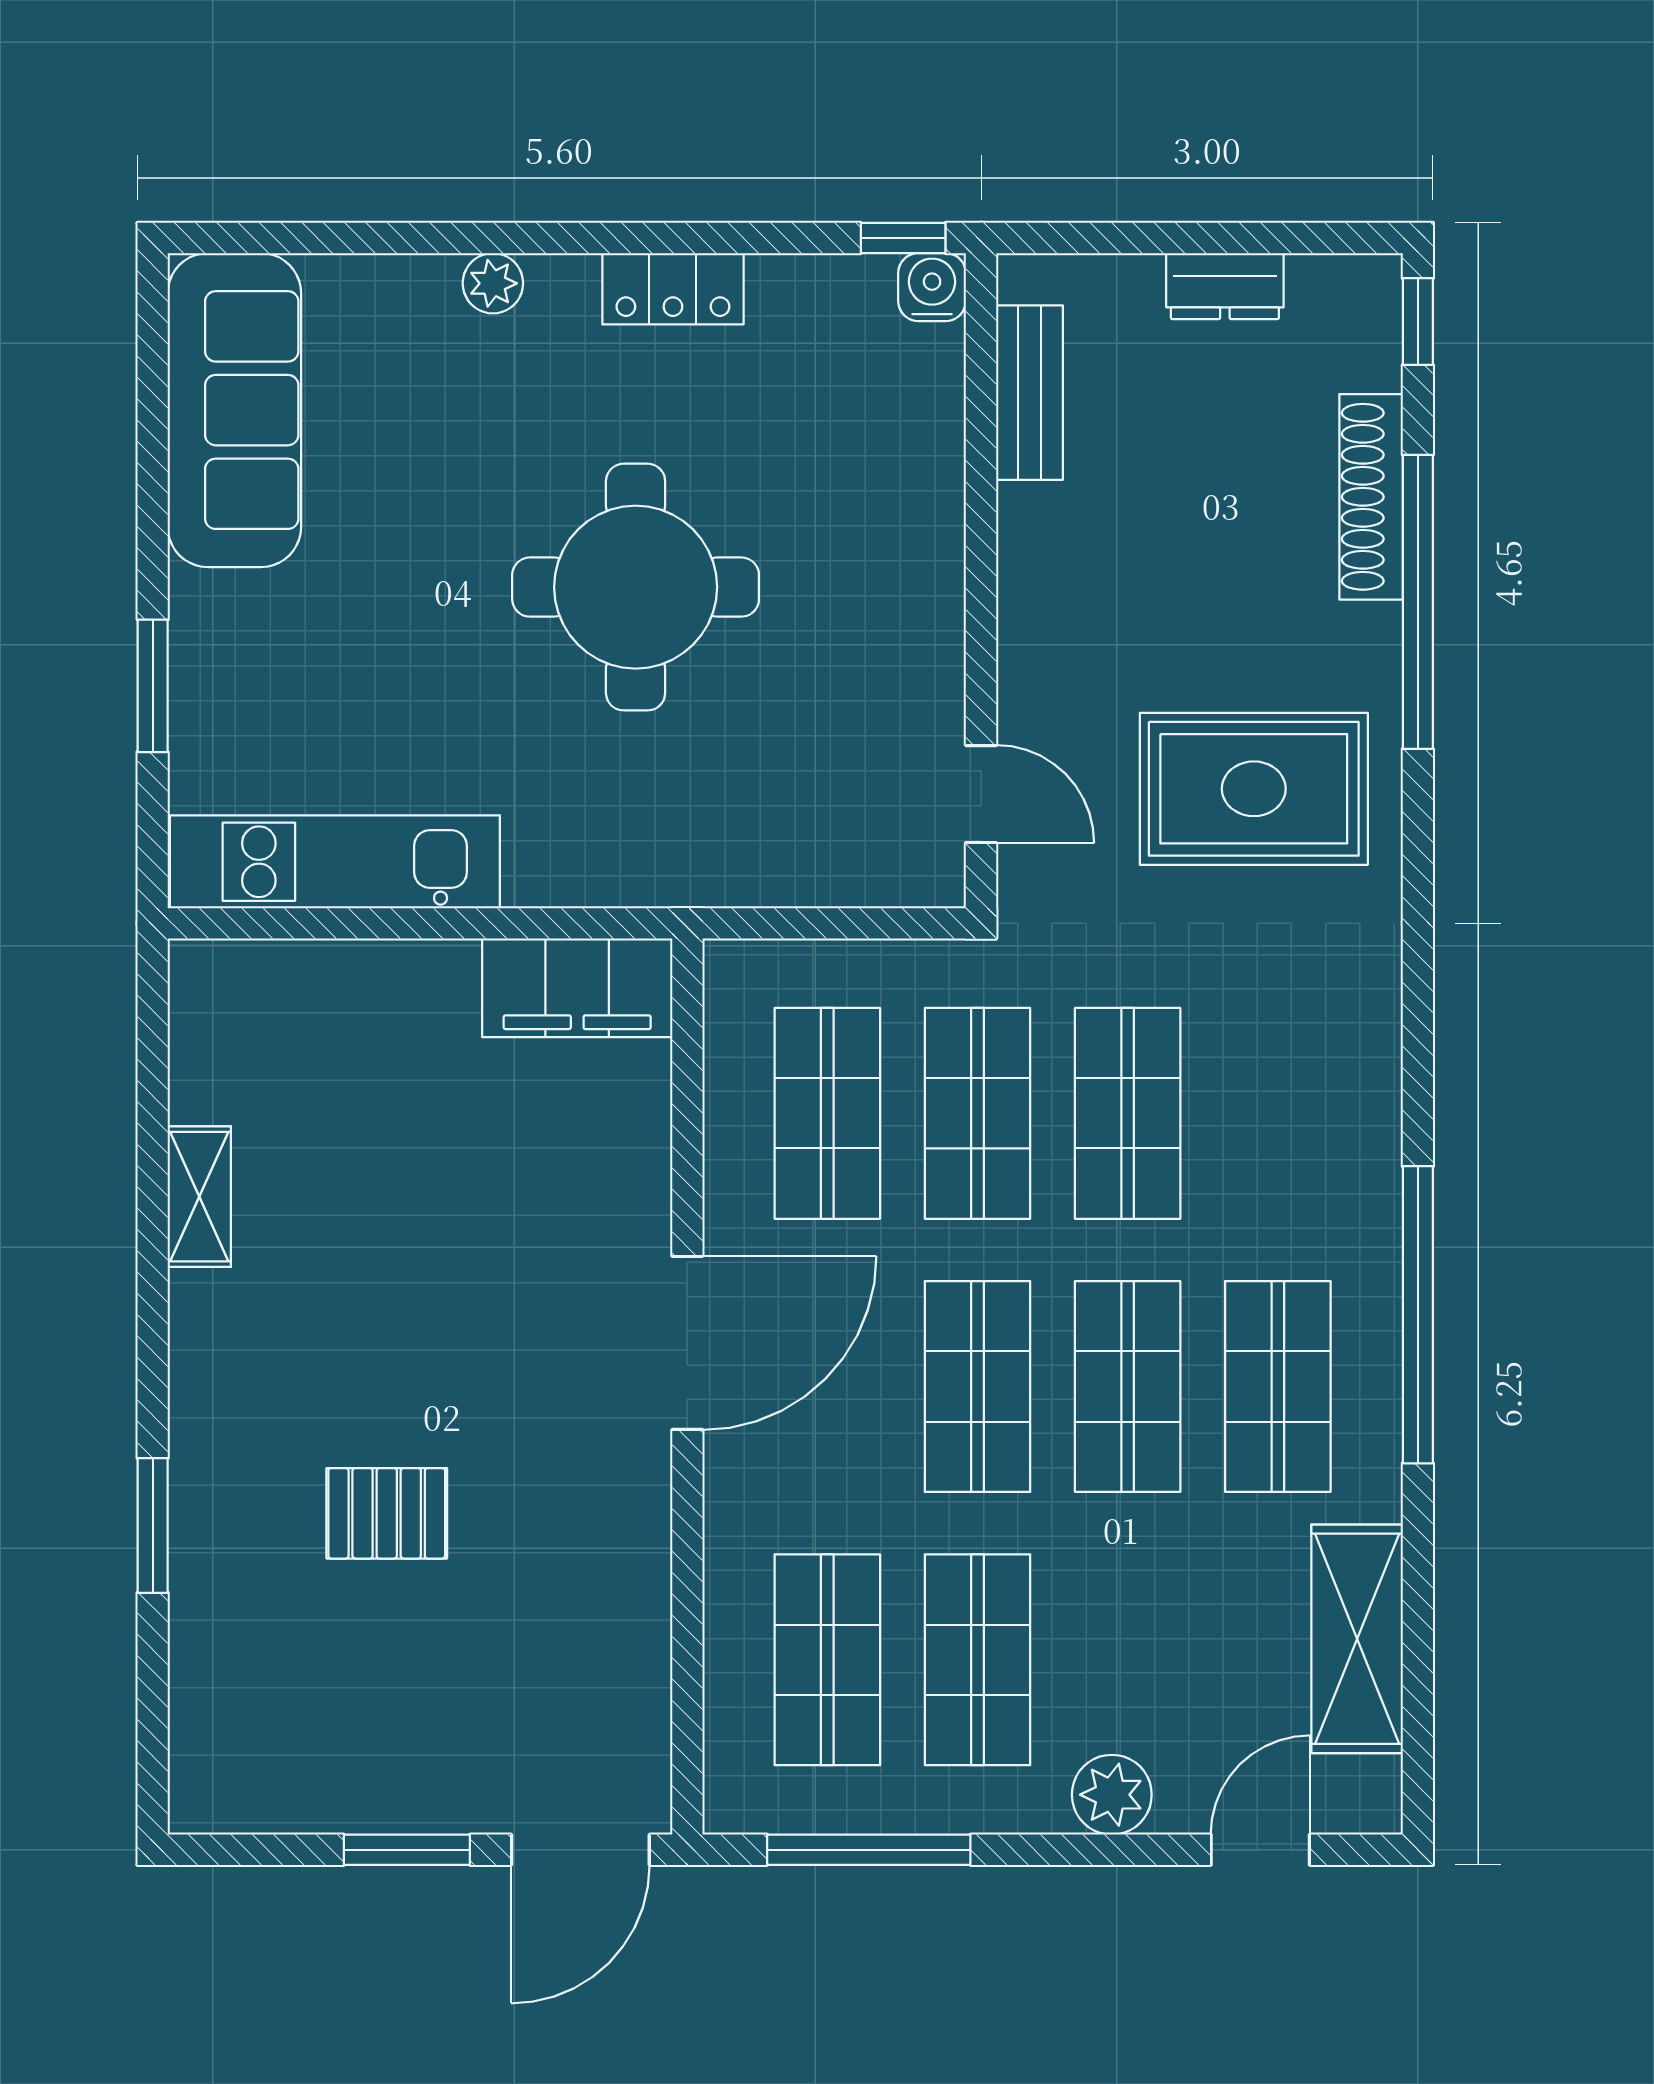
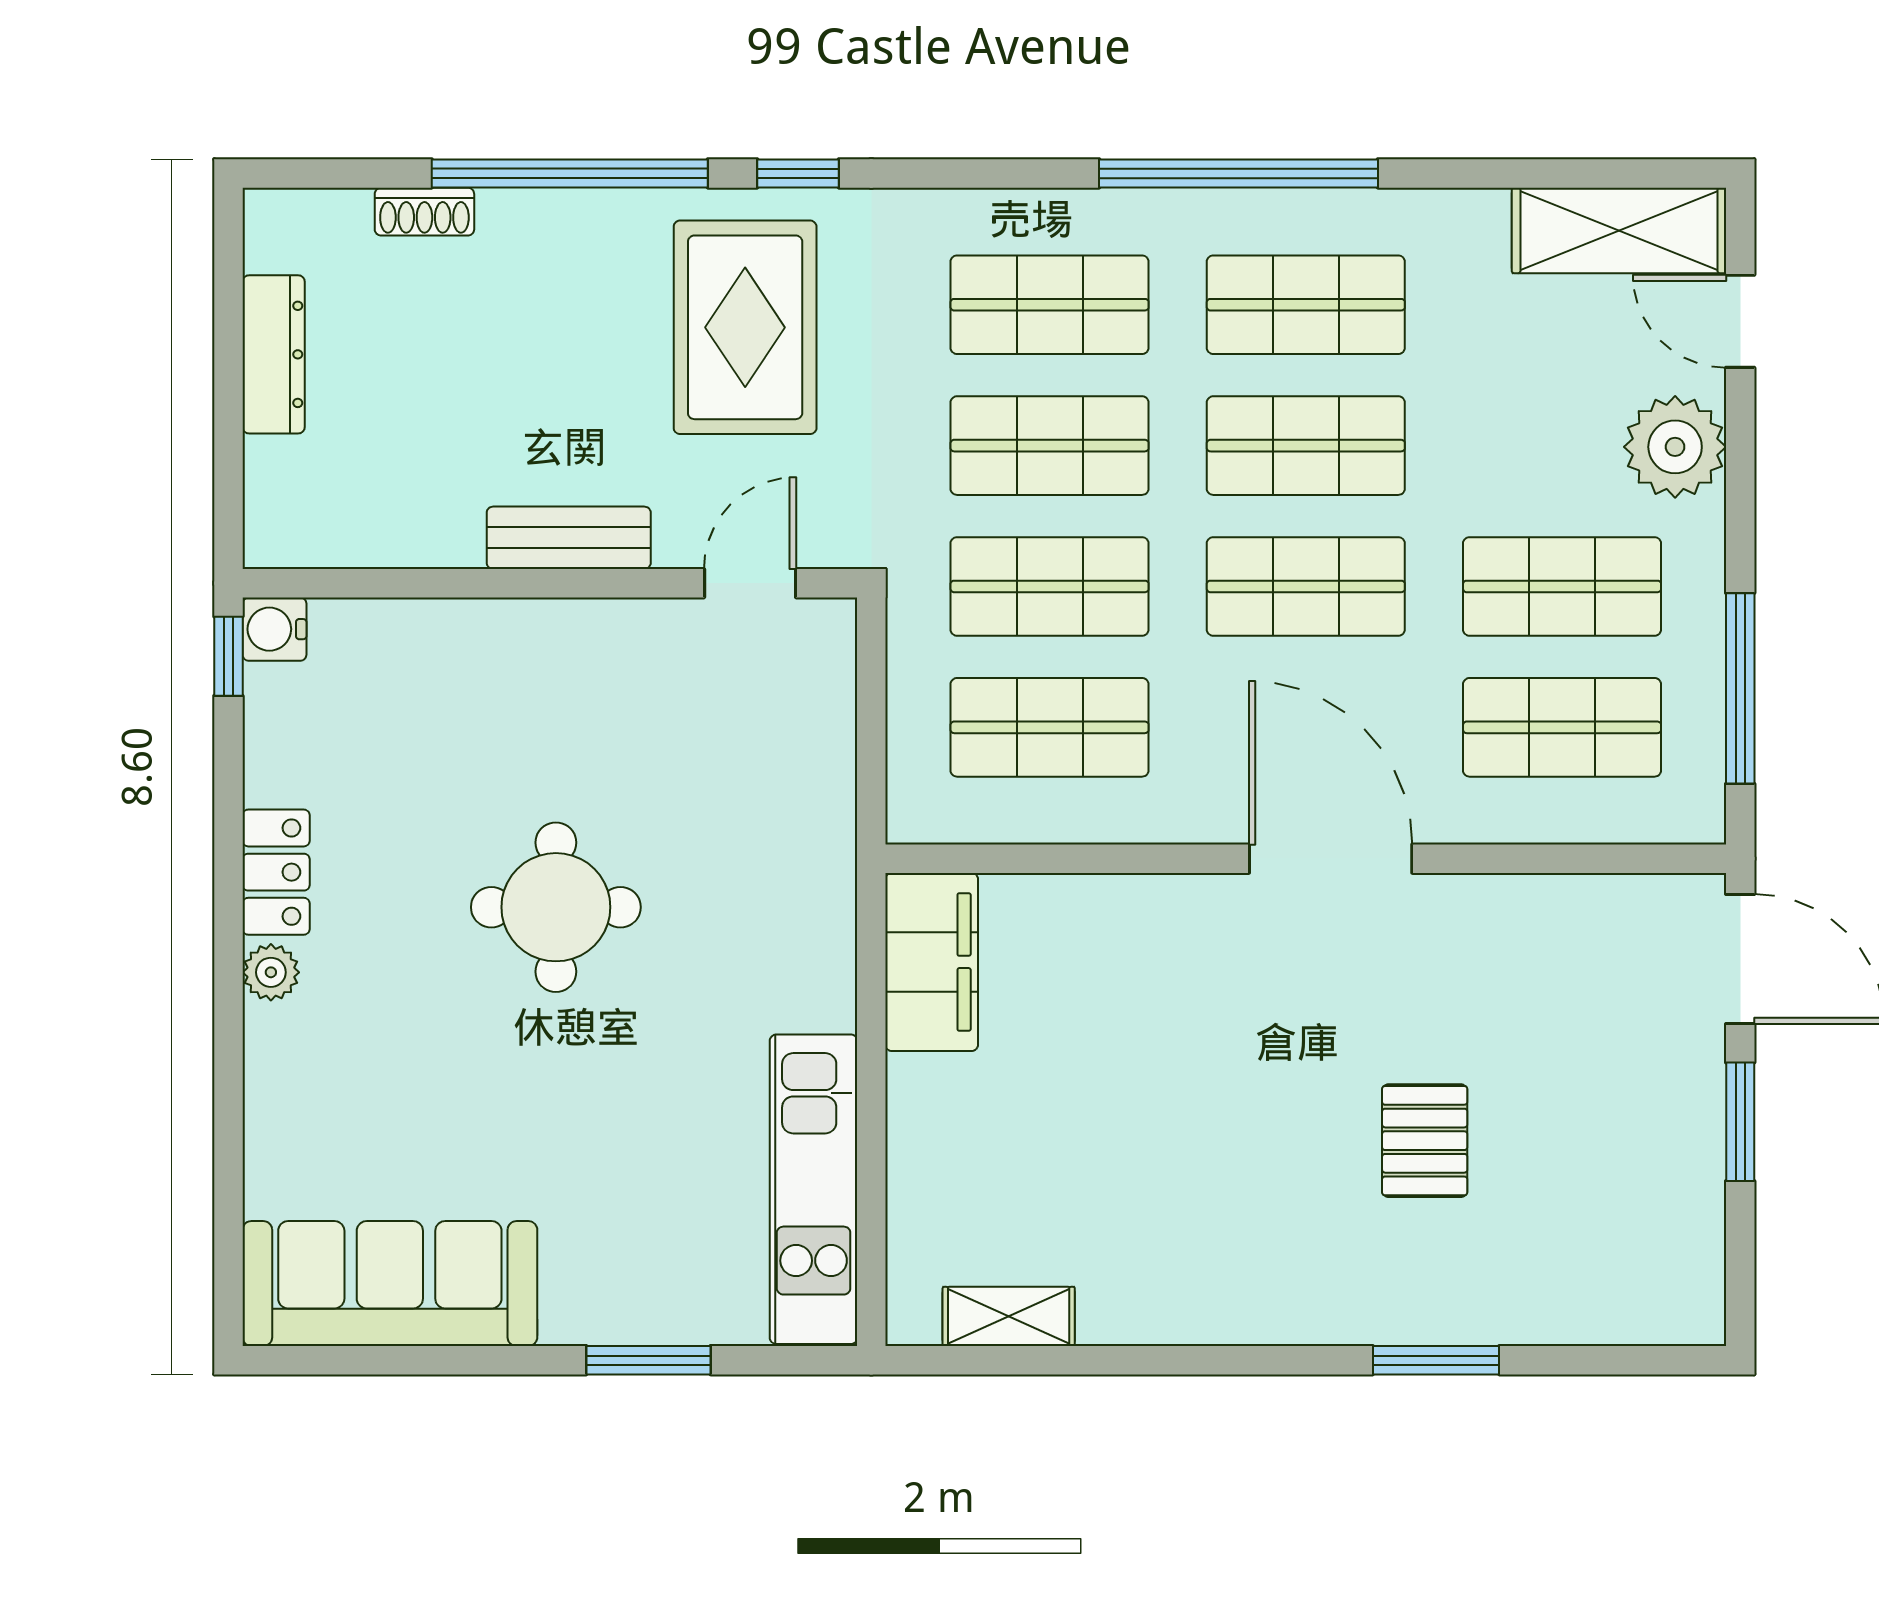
plant: (493, 283) -> (271, 972), moved
dresser: (1225, 286) -> (274, 354), width x1.44
window: (1418, 322) -> (798, 173), moved
bench: (1029, 393) -> (569, 538), moved
shoe rack: (1371, 497) -> (424, 212), width x0.51, depth x0.81
round table: (636, 587) -> (556, 907), width x0.73, depth x0.73
shop shelf: (1278, 1113) -> (1050, 305), added
shelving: (199, 1197) -> (1009, 1316), moved
door: (687, 1343) -> (1331, 859), moved
shelving: (1357, 1639) -> (1619, 230), moved
plant: (1112, 1795) -> (1675, 447), width x1.36, depth x1.36

